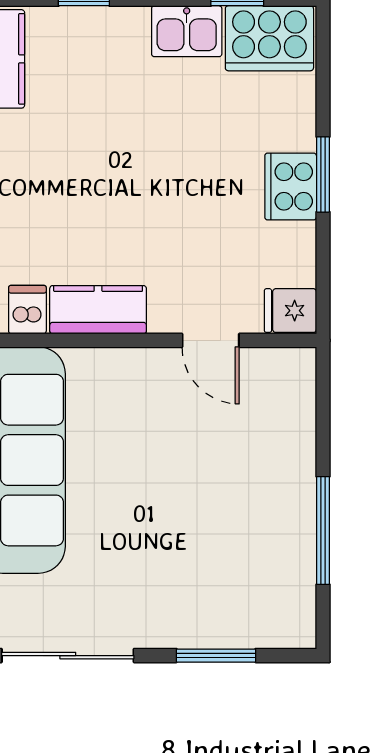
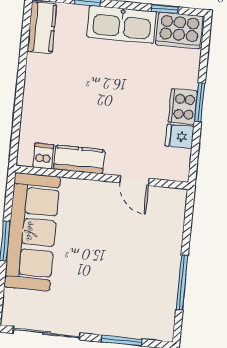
kitchen sink: (187, 31) -> (122, 24), width x1.87, depth x1.24
fridge: (290, 311) -> (180, 136), moved

